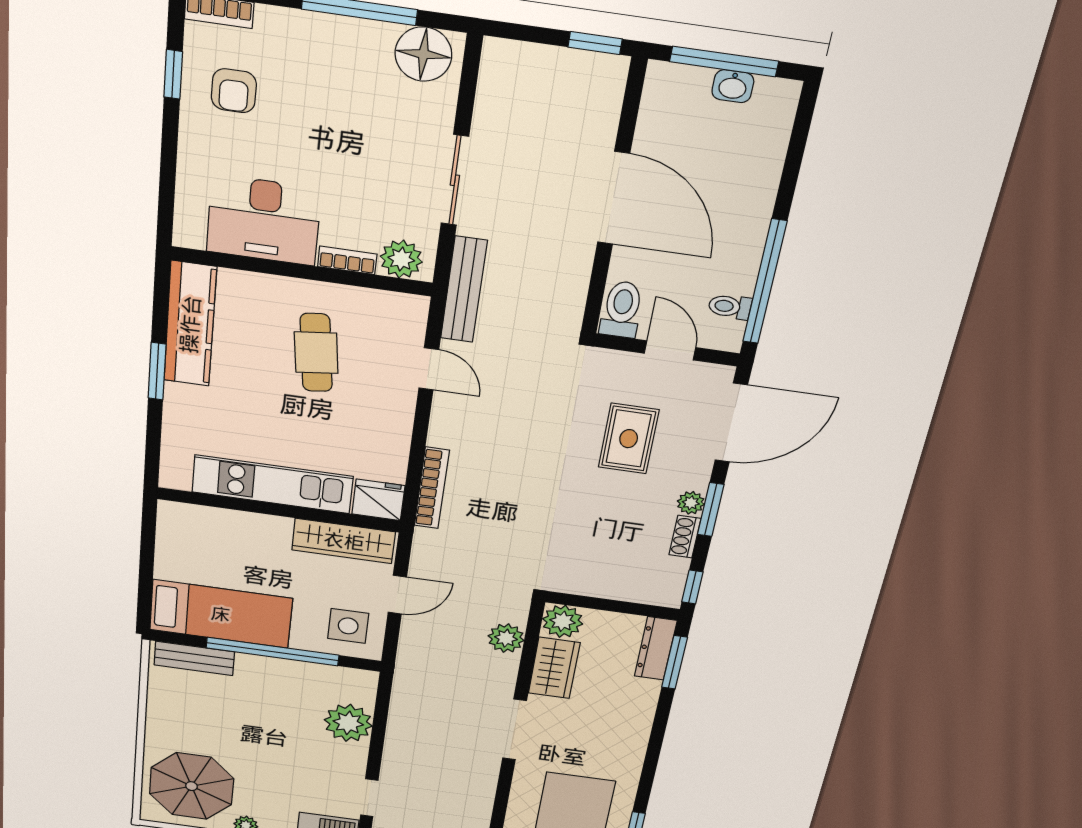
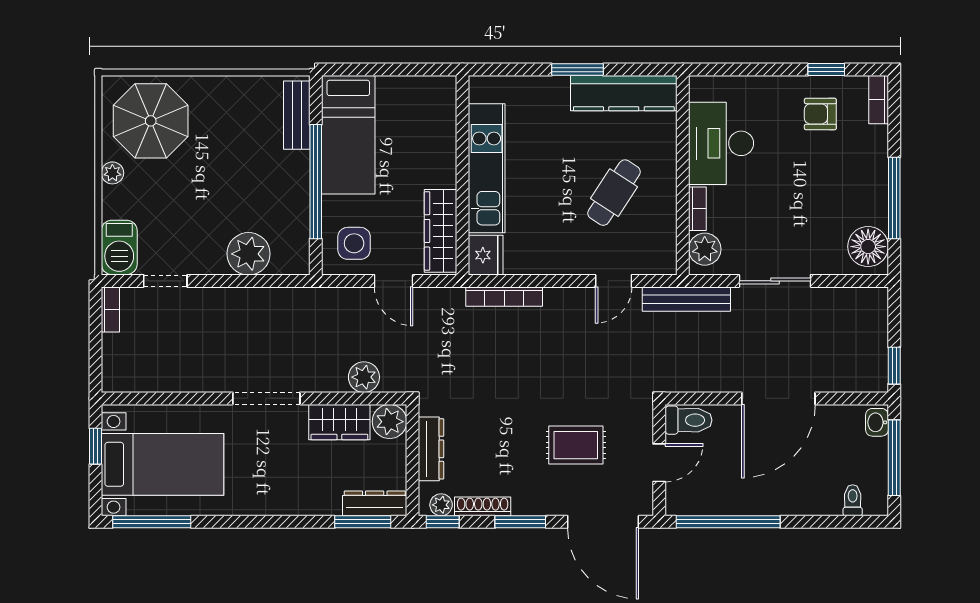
washbasin: (733, 86) -> (877, 422), moved
toilet: (730, 307) -> (853, 500), moved
cafe table: (316, 353) -> (614, 193), turned -50
plant: (691, 503) -> (441, 505), moved
shoe rack: (685, 537) -> (483, 506), width x1.43
dresser: (603, 586) -> (431, 449), added

